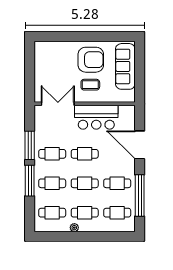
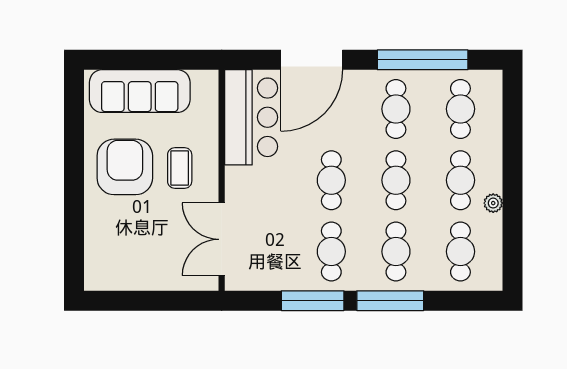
bar counter: (96, 117) -> (251, 117), moved

